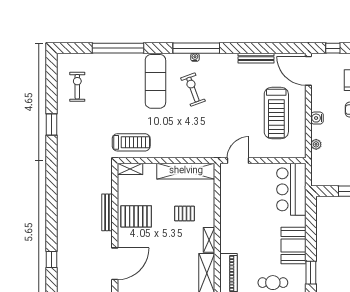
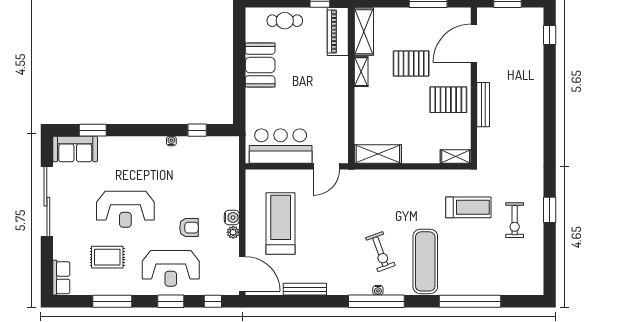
exercise bike: (77, 87) -> (515, 220), moved
treadmill: (131, 142) -> (468, 207), moved, turned 180
plant: (316, 144) -> (233, 232), moved
shelving: (186, 171) -> (378, 154), width x0.68
bar counter: (291, 189) -> (281, 146), moved, turned -90
pallet: (185, 214) -> (411, 64), moved, width x1.50, depth x1.42
window: (51, 259) -> (550, 35), moved
window: (311, 273) -> (239, 32), removed

